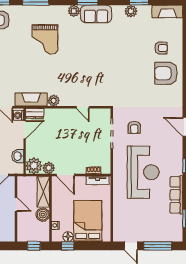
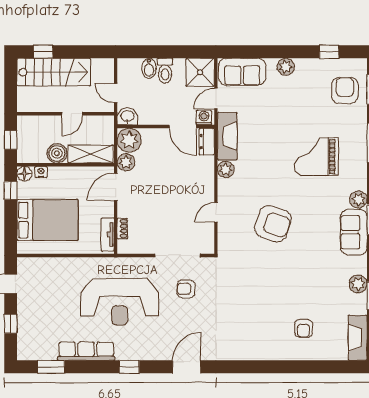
armchair: (166, 73) -> (273, 224), moved, turned 109
washbasin: (18, 156) -> (127, 116), moved
floor lamp: (68, 237) -> (24, 174), moved
window: (158, 246) -> (11, 324), width x0.46

